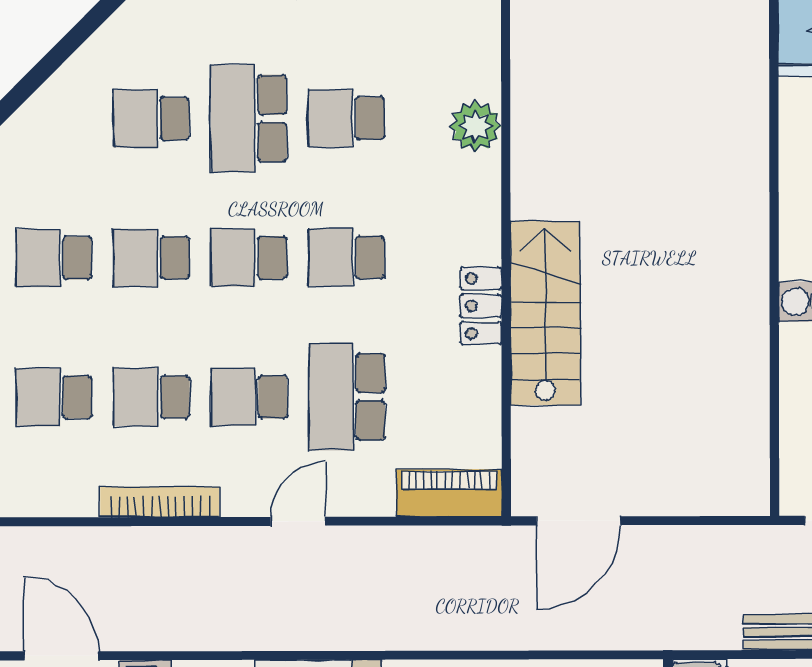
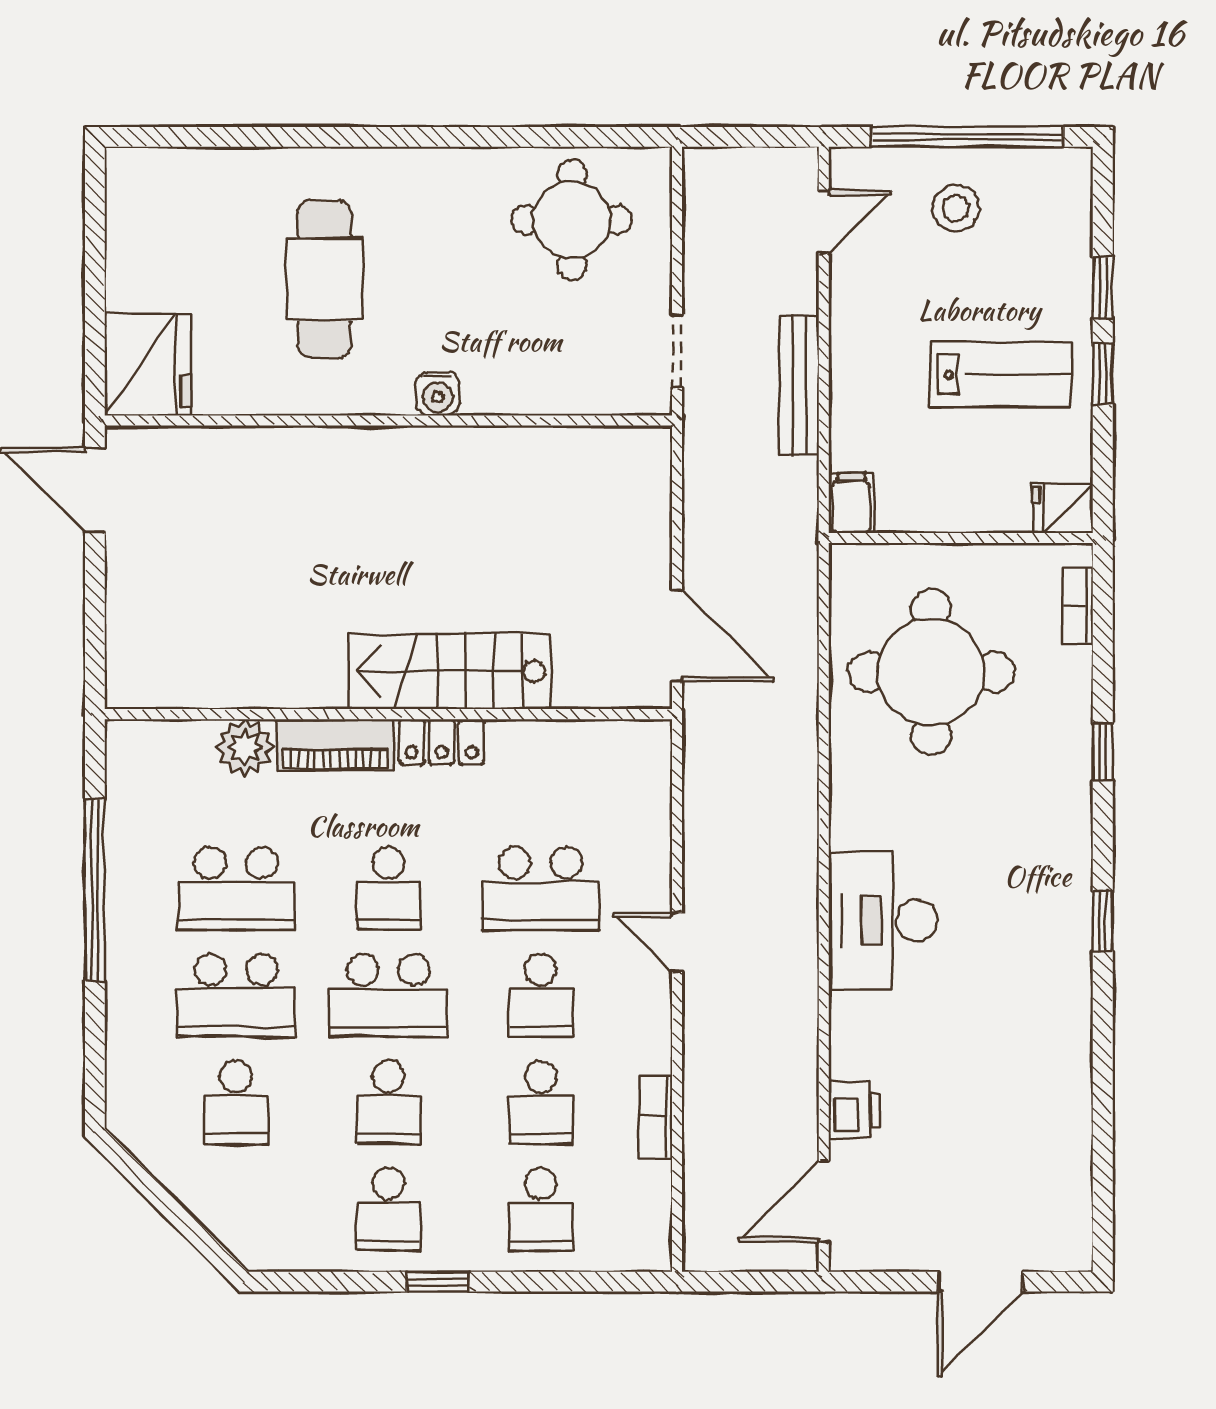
school desk: (346, 118) -> (236, 889), width x1.85
school desk: (249, 258) -> (388, 995), width x1.85
piano: (449, 493) -> (335, 745), moved, turned -90
bookcase: (160, 502) -> (656, 1117), width x0.64

